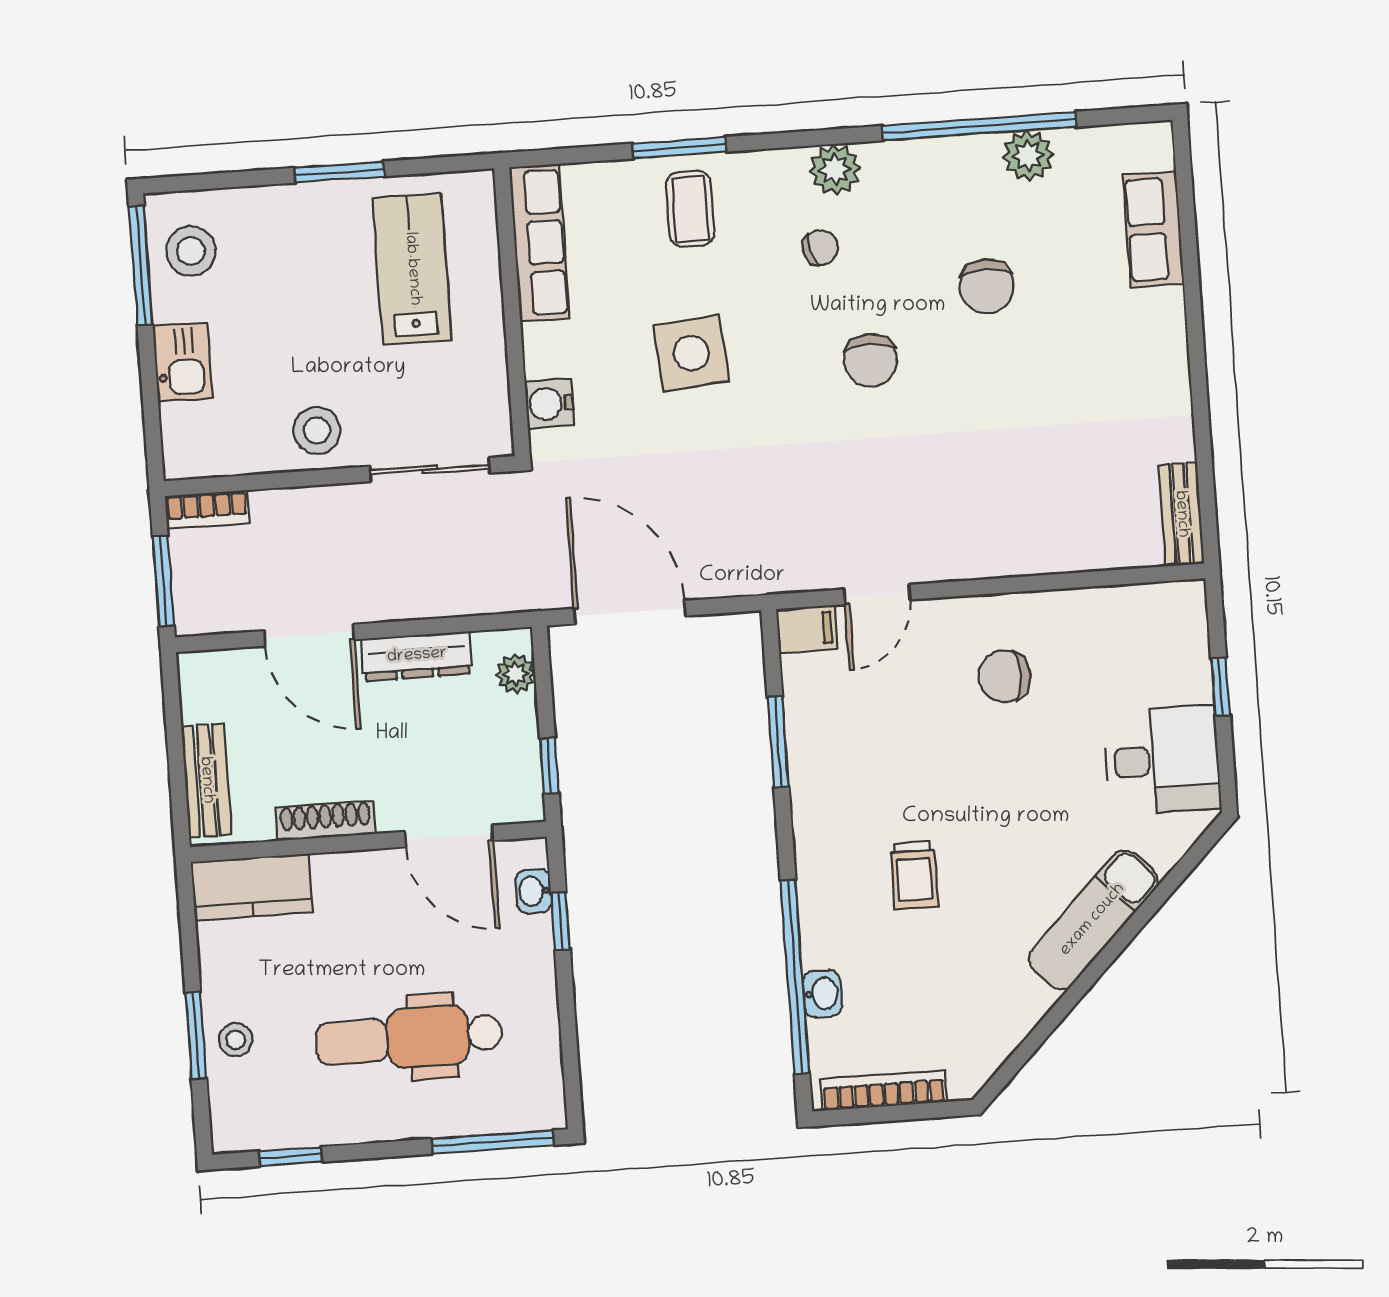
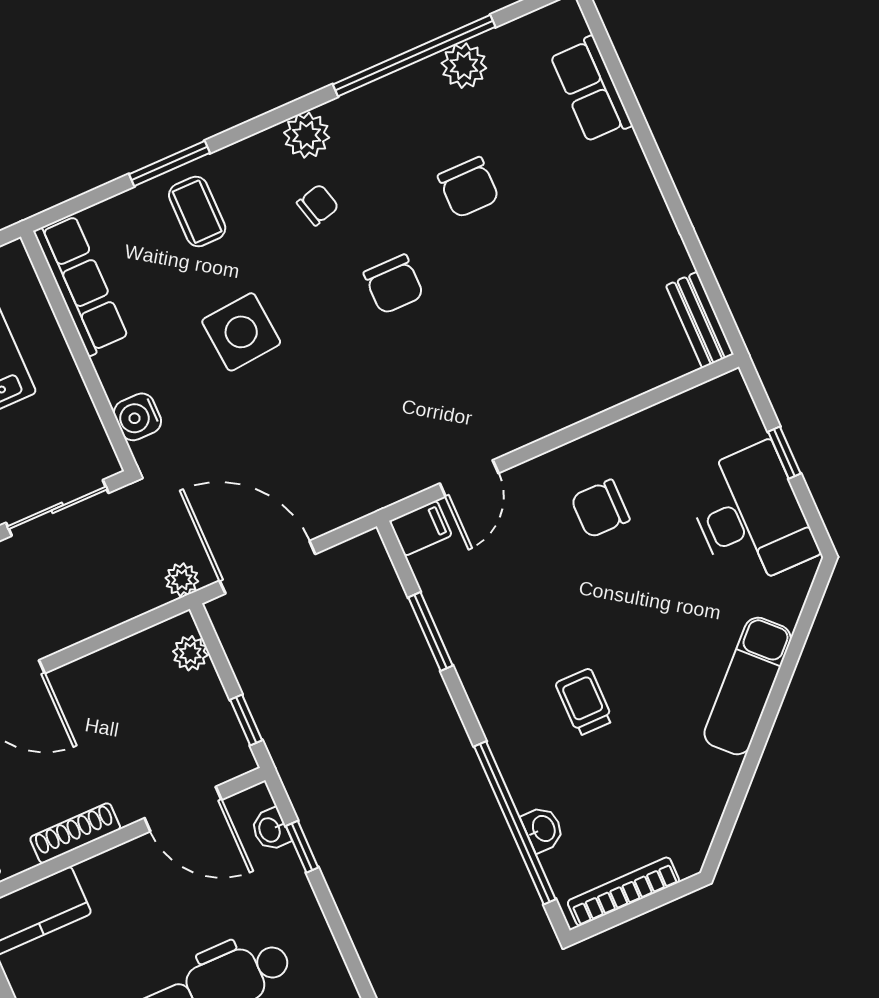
plant: (534, 593) -> (182, 580), added
dresser: (417, 656) -> (102, 668), removed
desk: (1162, 760) -> (751, 516), width x1.37
trolley: (914, 875) -> (584, 702), turned 180

